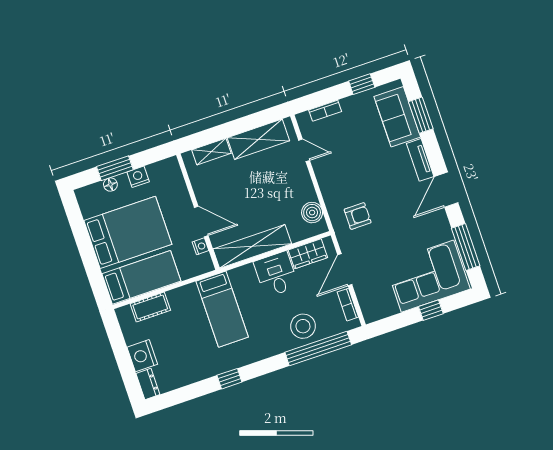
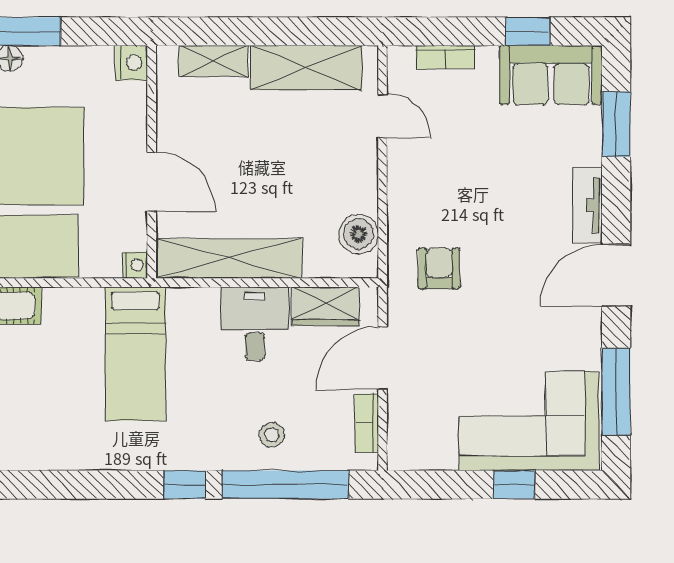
sofa: (397, 117) -> (551, 75), moved, turned -90
nightstand: (138, 177) -> (131, 63), moved, turned 90
armchair: (358, 216) -> (439, 268), turned -90
nightstand: (201, 246) -> (135, 265), moved
stool: (303, 326) -> (272, 435), width x0.53, depth x0.53
window: (229, 379) -> (184, 485), moved

